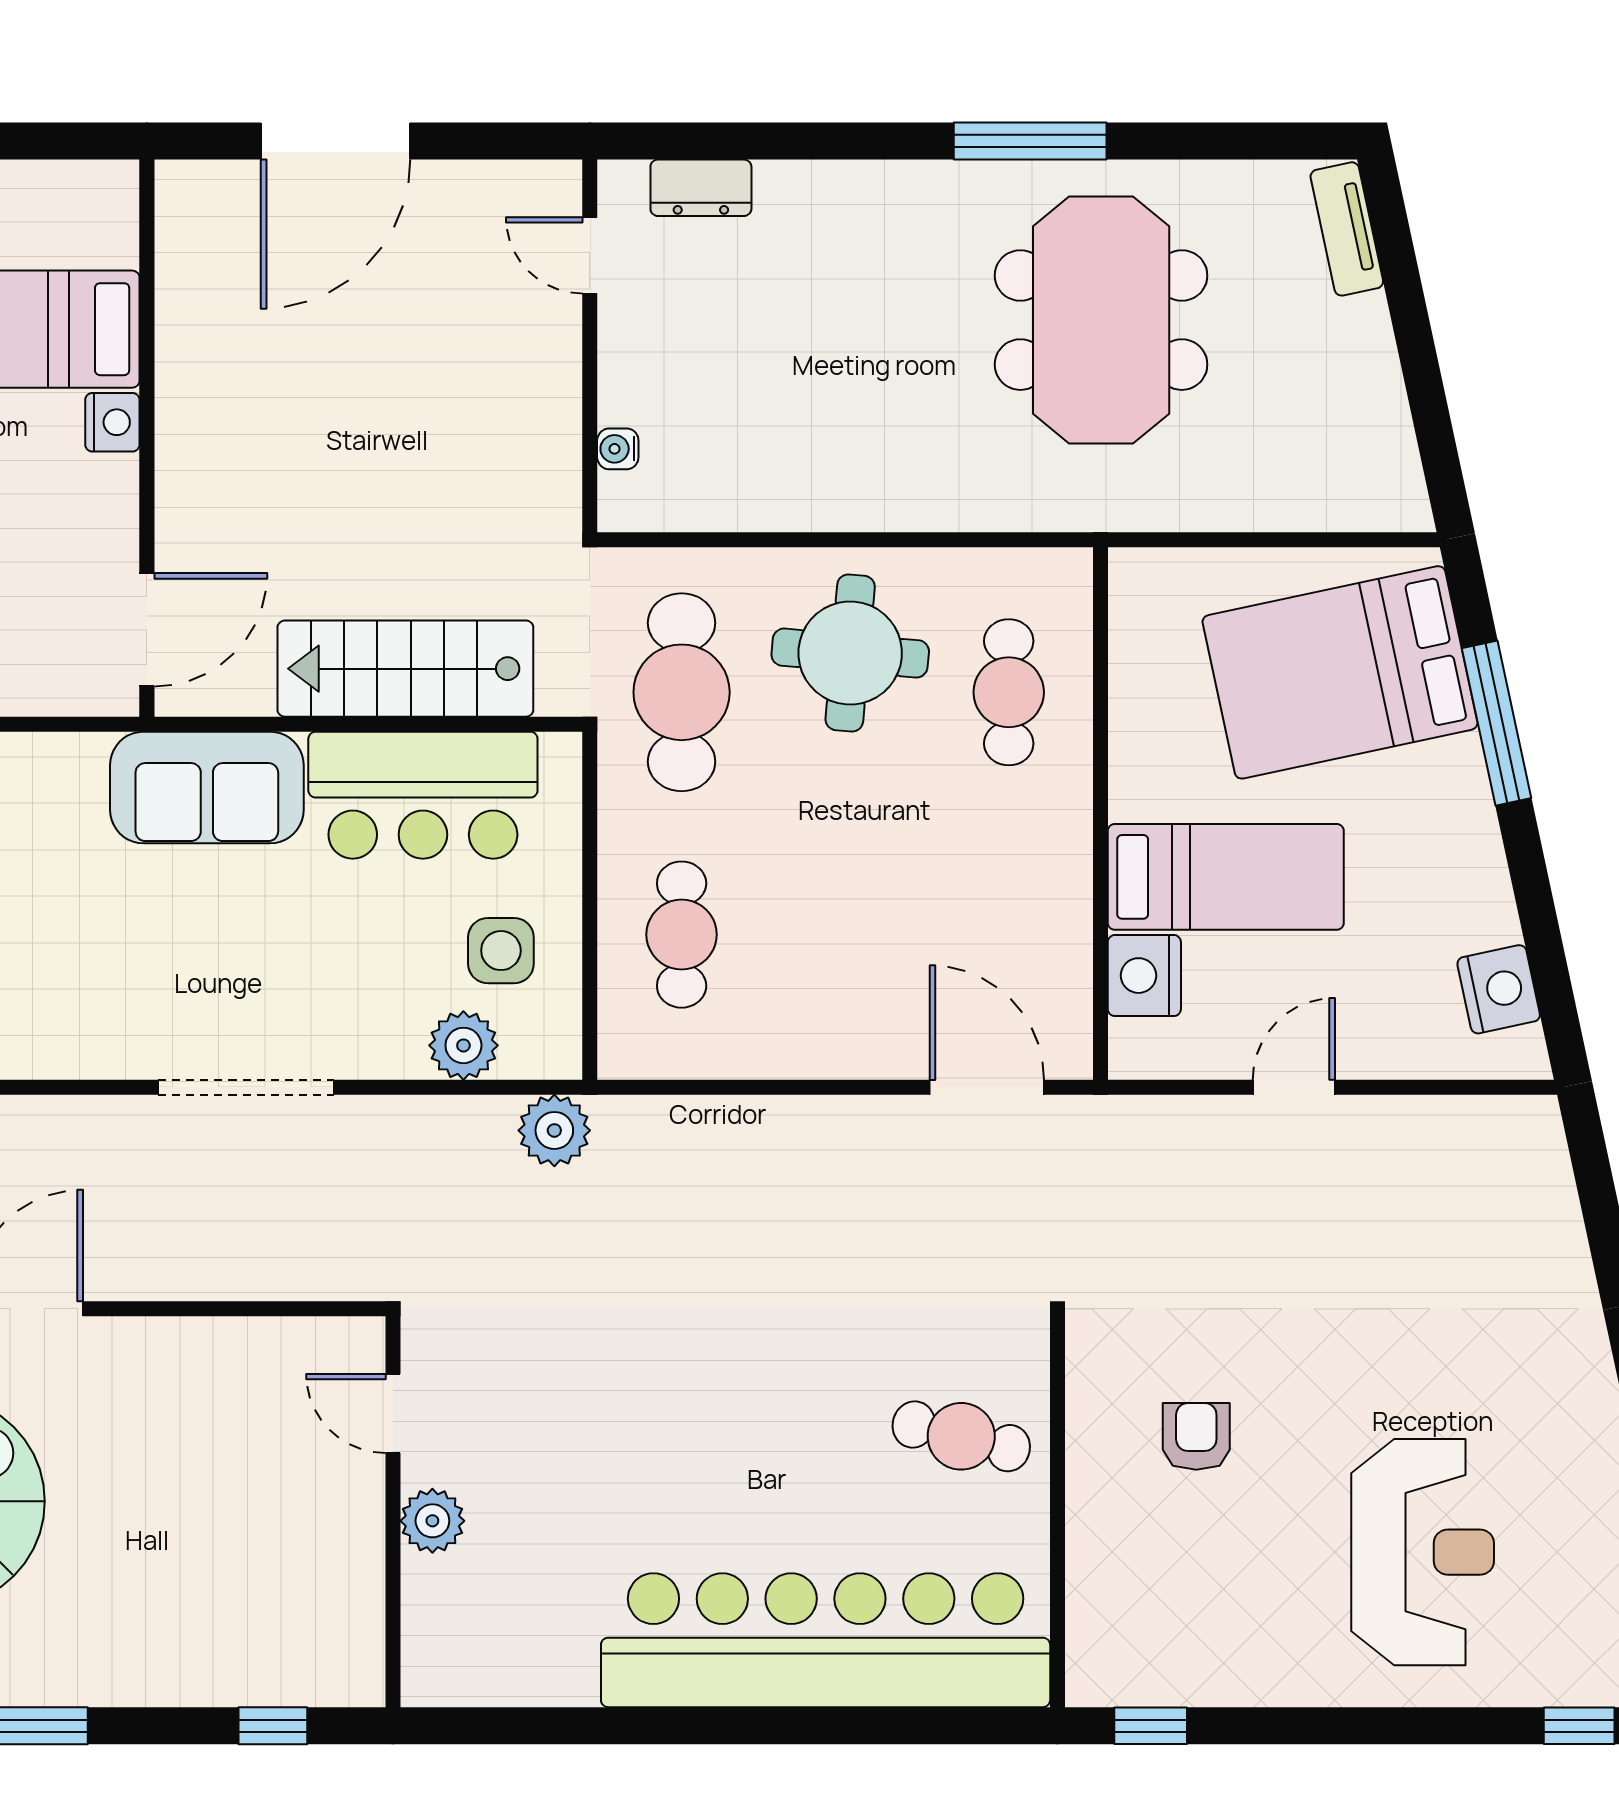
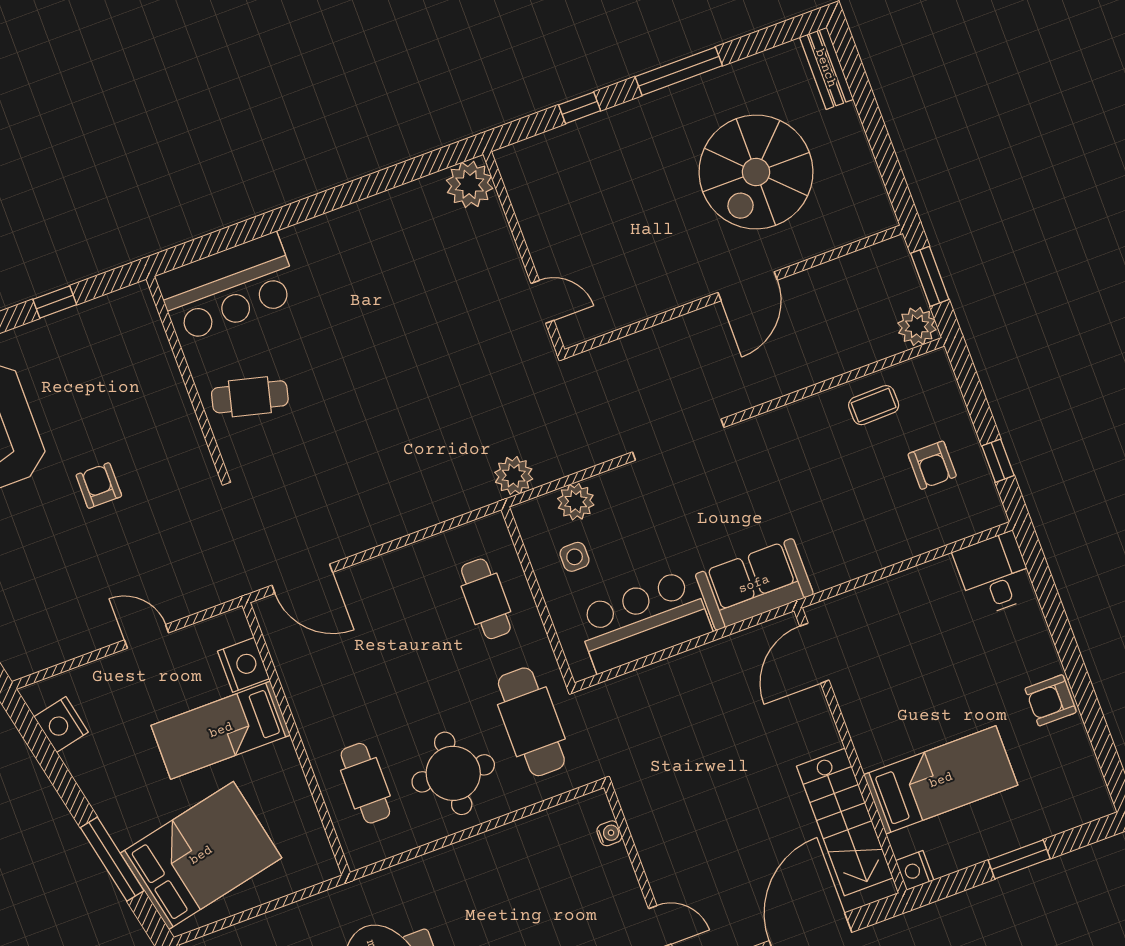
nightstand: (112, 422) -> (915, 870), moved
stairs: (405, 669) -> (845, 822), moved, turned 90
side table: (501, 951) -> (575, 557), width x0.73, depth x0.73
door: (1294, 1087) -> (147, 636), swing flipped
armchair: (1196, 1436) -> (99, 486), moved, turned 180
plant: (432, 1521) -> (470, 184), moved, width x1.36, depth x1.36
bar counter: (826, 1640) -> (228, 287), width x0.54
window: (273, 1726) -> (580, 108), moved
window: (1151, 1726) -> (55, 302), moved

